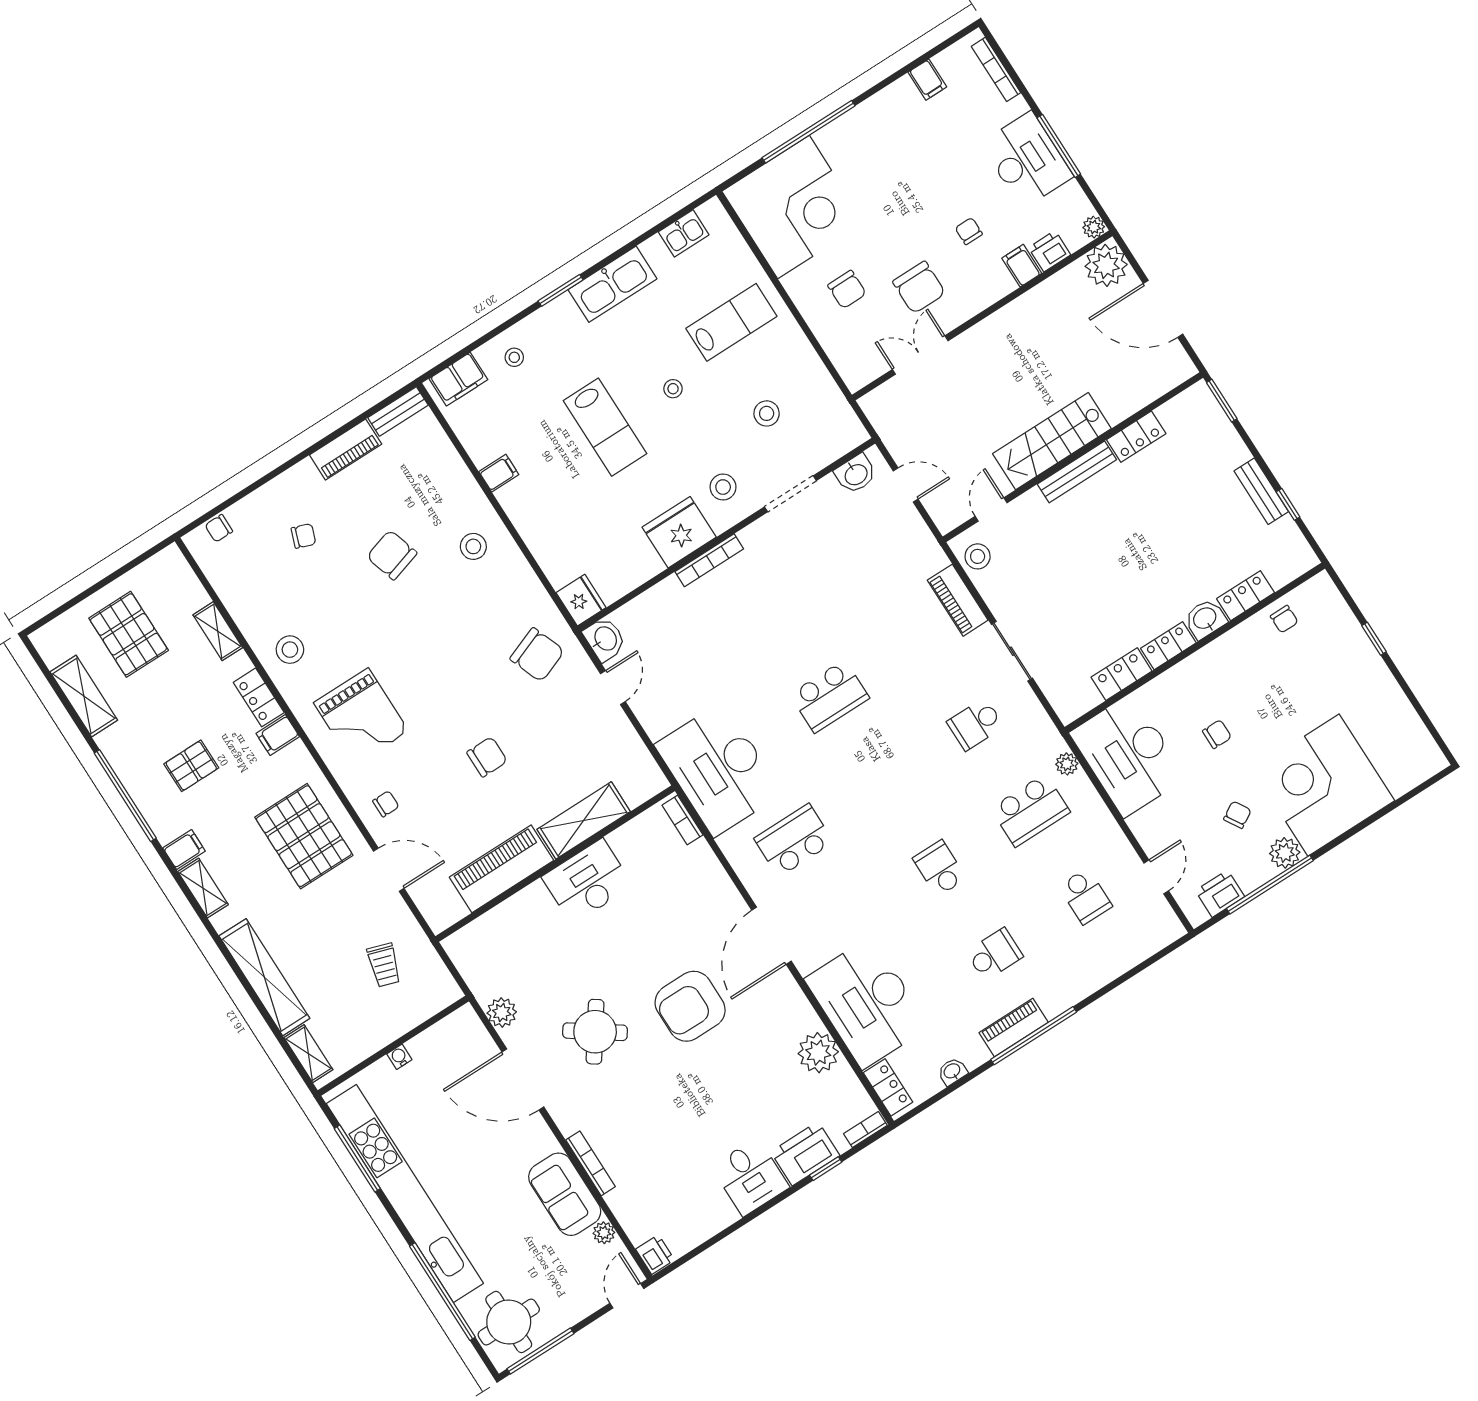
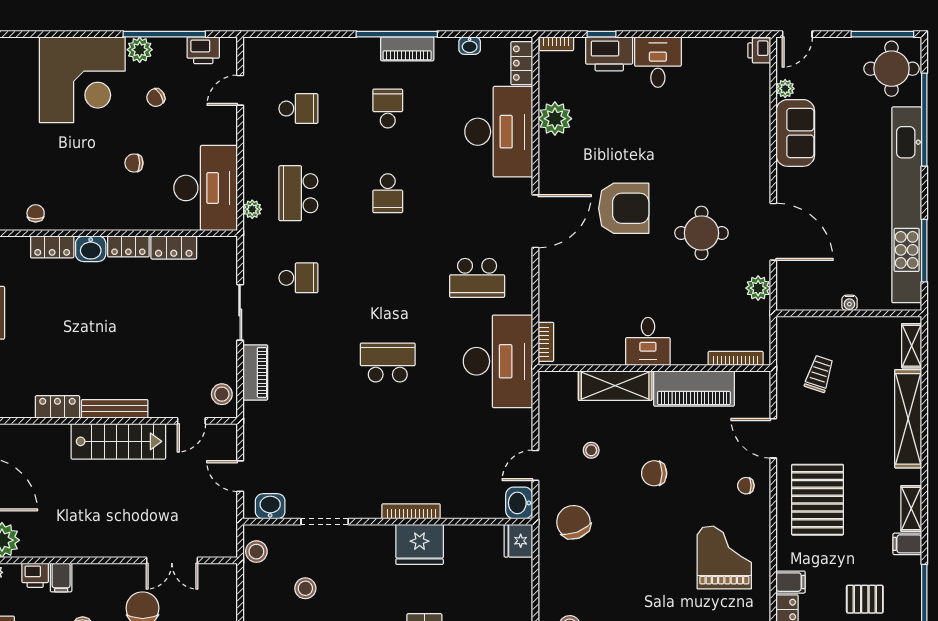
stool: (723, 487) -> (256, 552), moved
stool: (566, 739) -> (591, 450), added
school desk: (1030, 810) -> (298, 193), turned -90
desk: (587, 881) -> (648, 341), width x0.73
school desk: (1085, 896) -> (298, 109), turned 90
school desk: (995, 954) -> (388, 109), turned 90
round table: (595, 1032) -> (701, 233), turned -35
bookcase: (590, 1163) -> (736, 358), moved, turned 90

